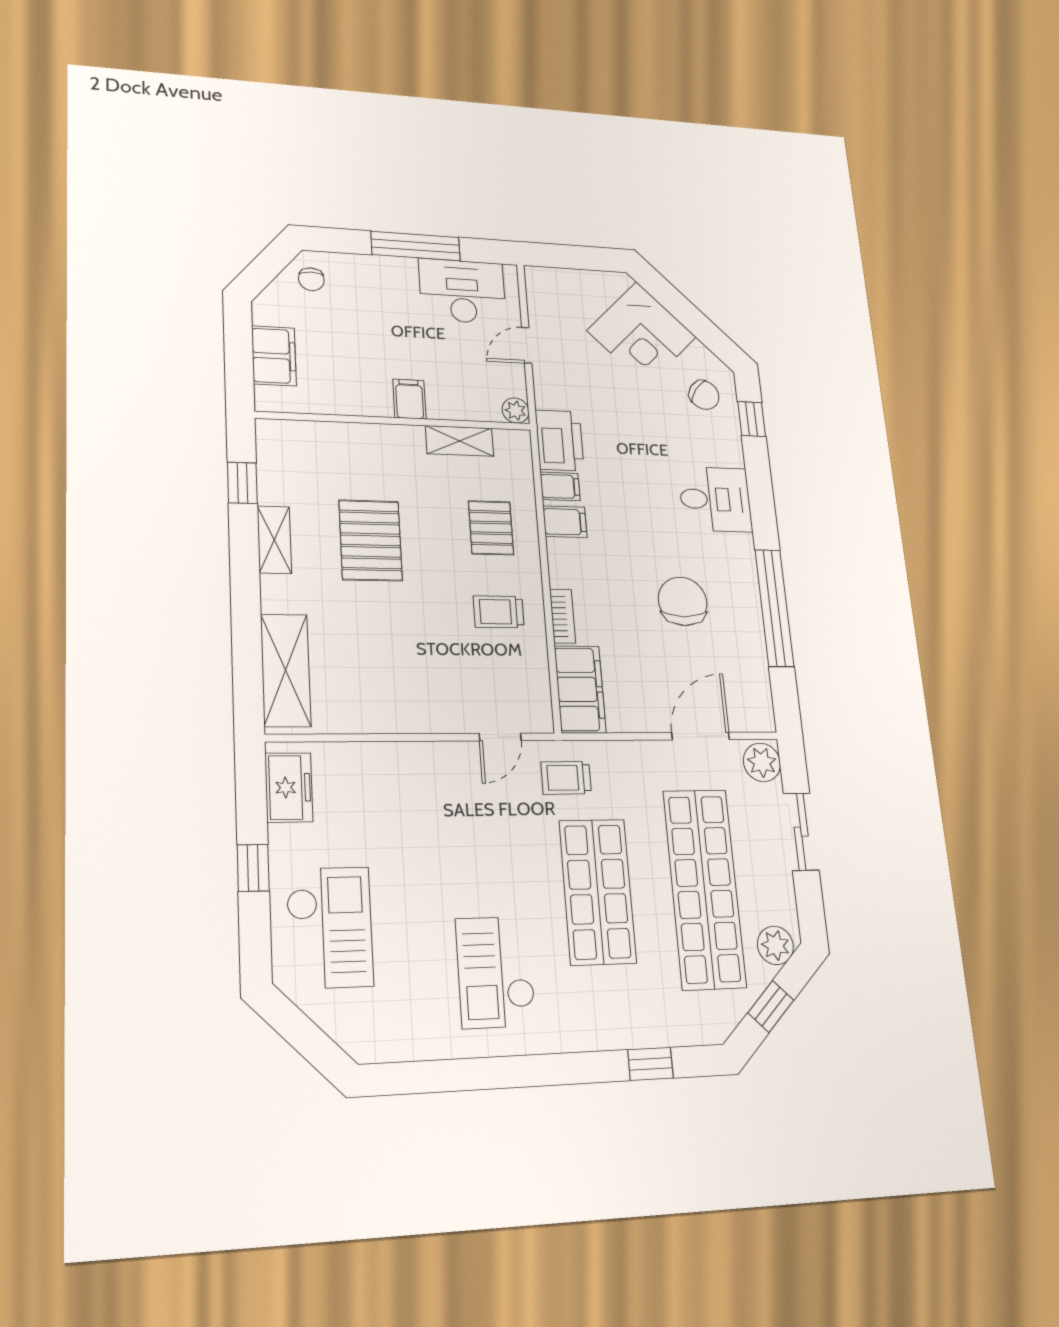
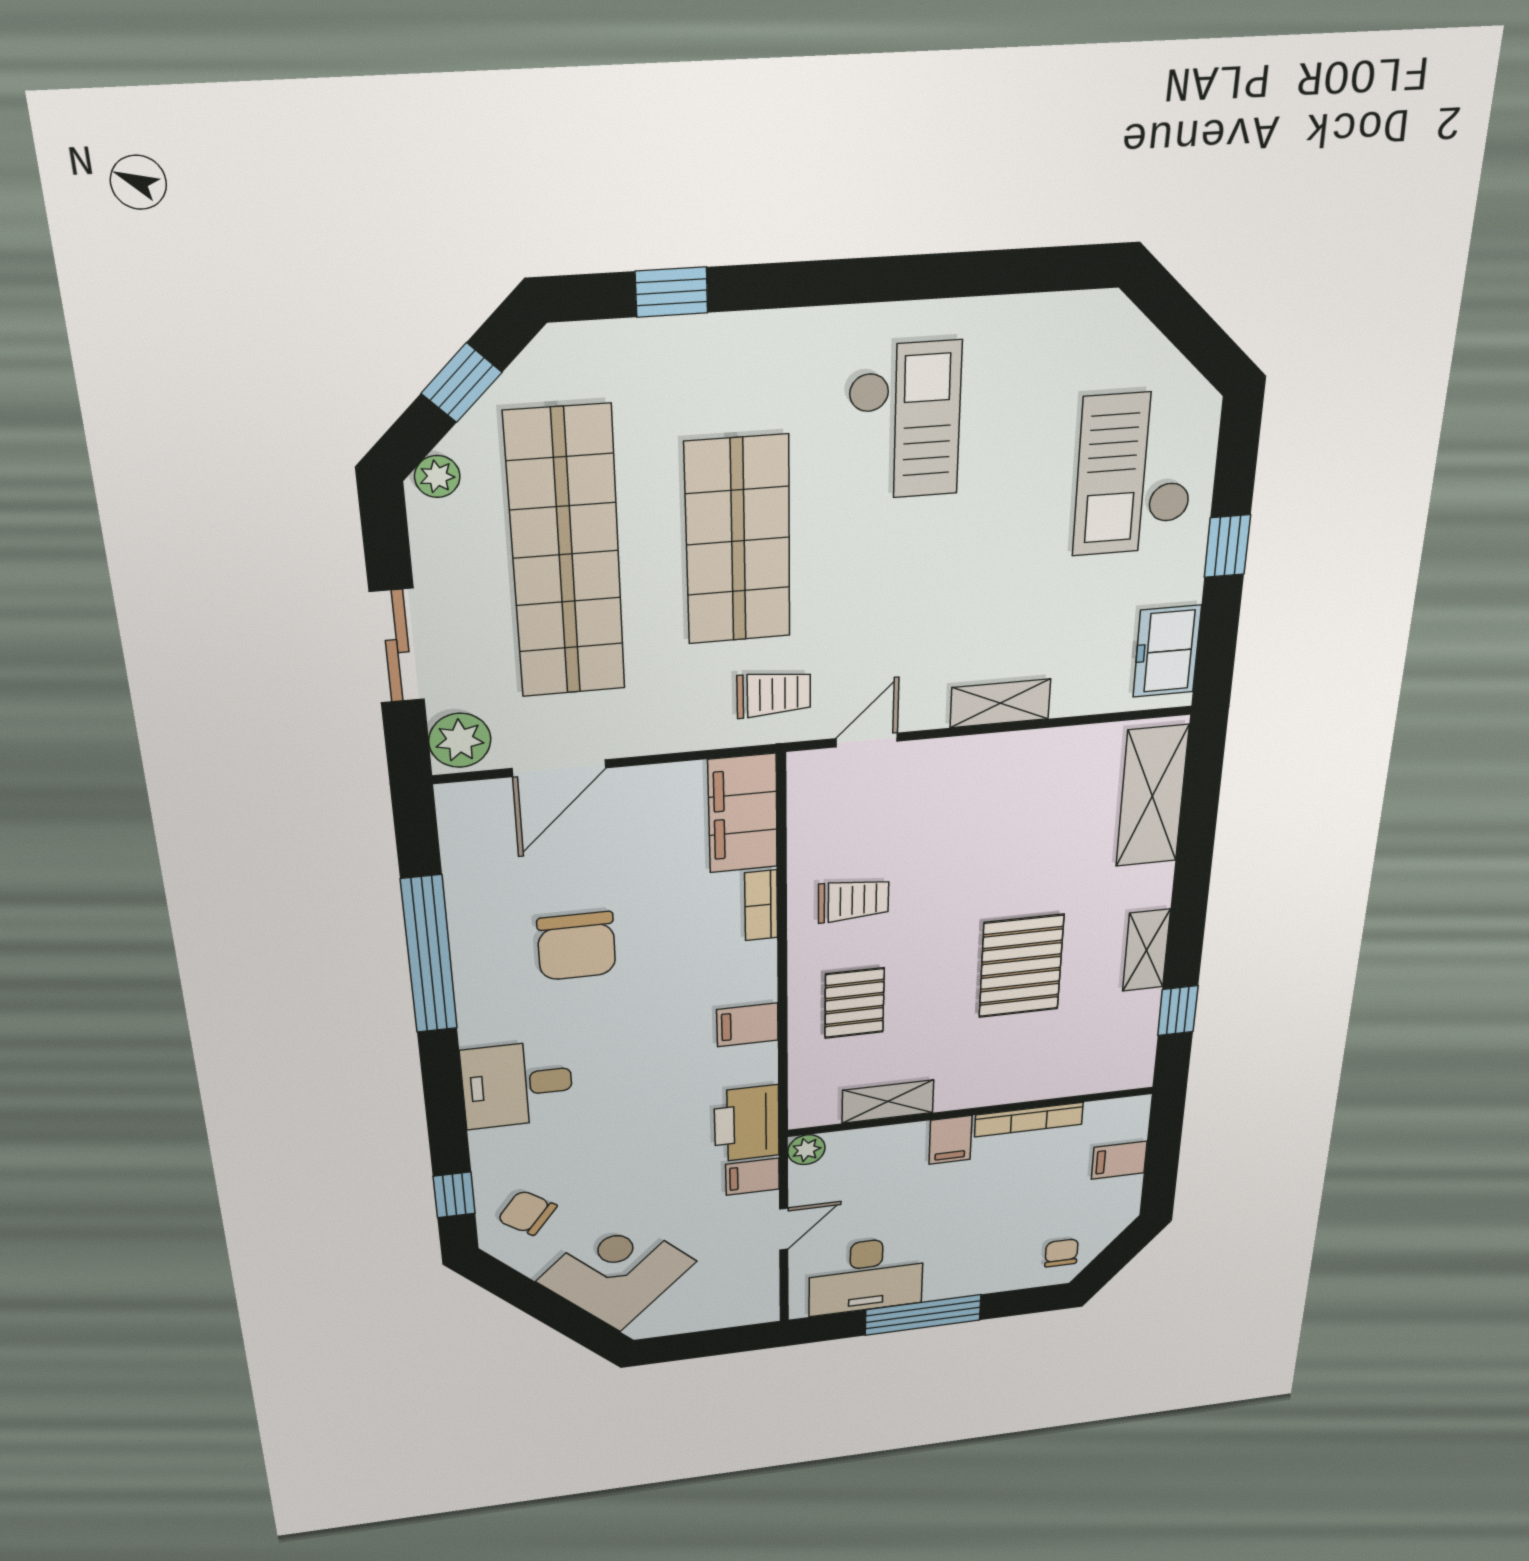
filing cabinet: (274, 356) -> (1119, 1160), width x0.50
bookcase: (351, 406) -> (1029, 1120), added
filing cabinet: (560, 486) -> (752, 1177), moved
shelving: (408, 757) -> (1000, 703), added
plant: (775, 945) -> (437, 477), width x0.73, depth x0.73

